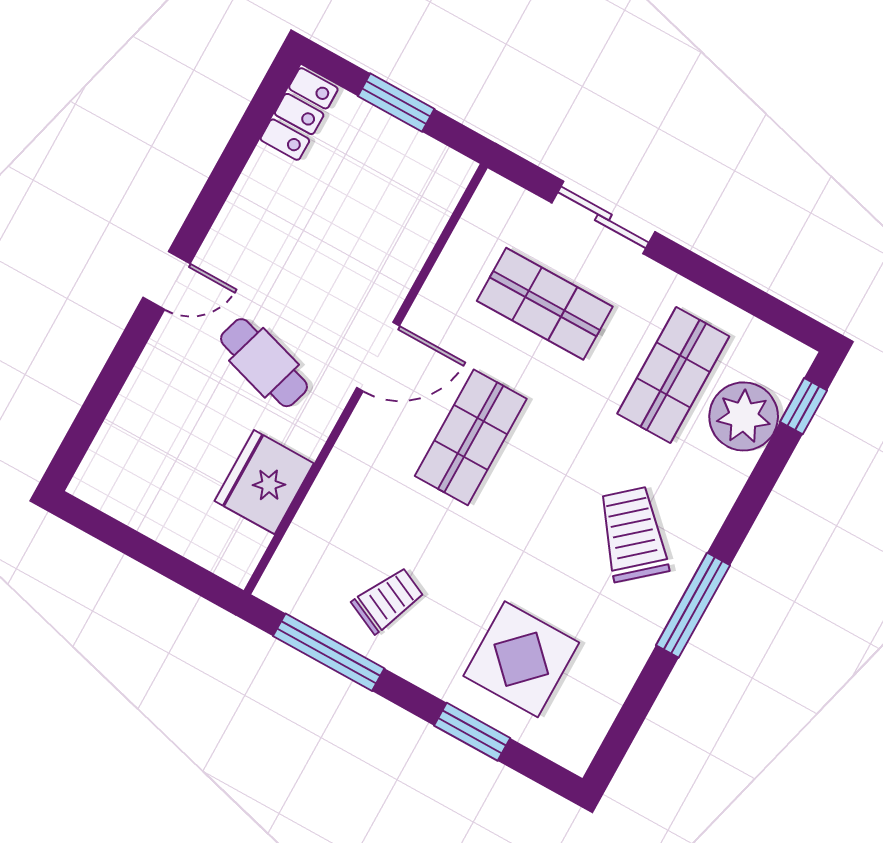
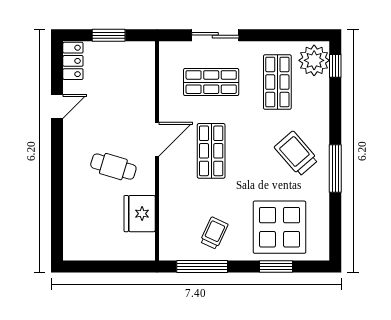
door: (167, 280) -> (57, 106), moved
plant: (744, 416) -> (314, 60), moved
display table: (521, 659) -> (280, 227), width x1.36, depth x1.36

